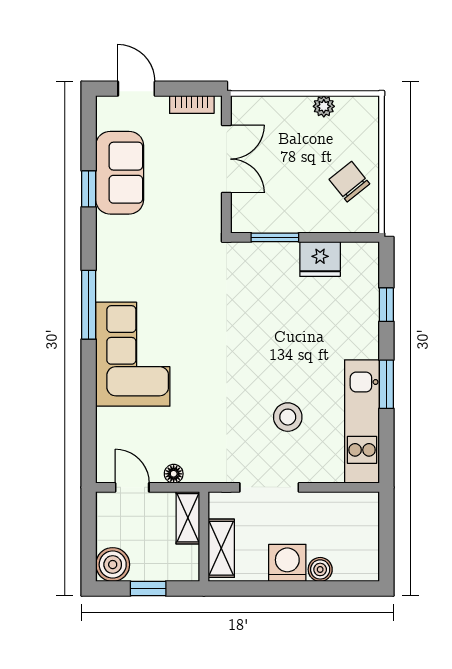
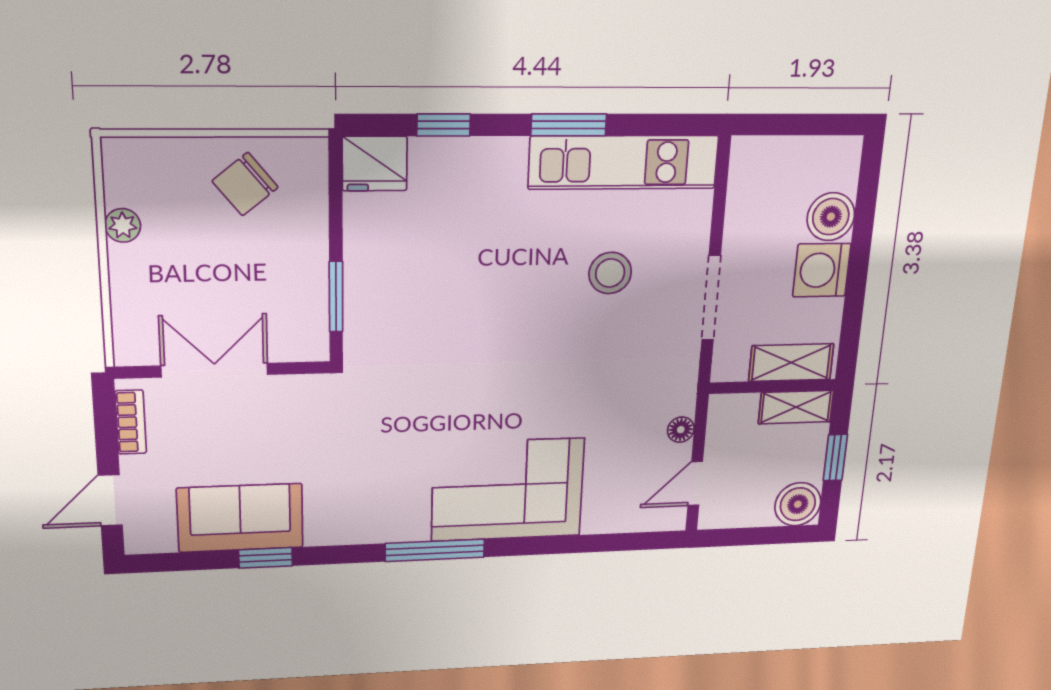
fridge: (320, 259) -> (375, 164), moved, turned 90
shelving: (188, 518) -> (796, 407), moved
boiler: (320, 569) -> (831, 217), width x1.36, depth x1.36

